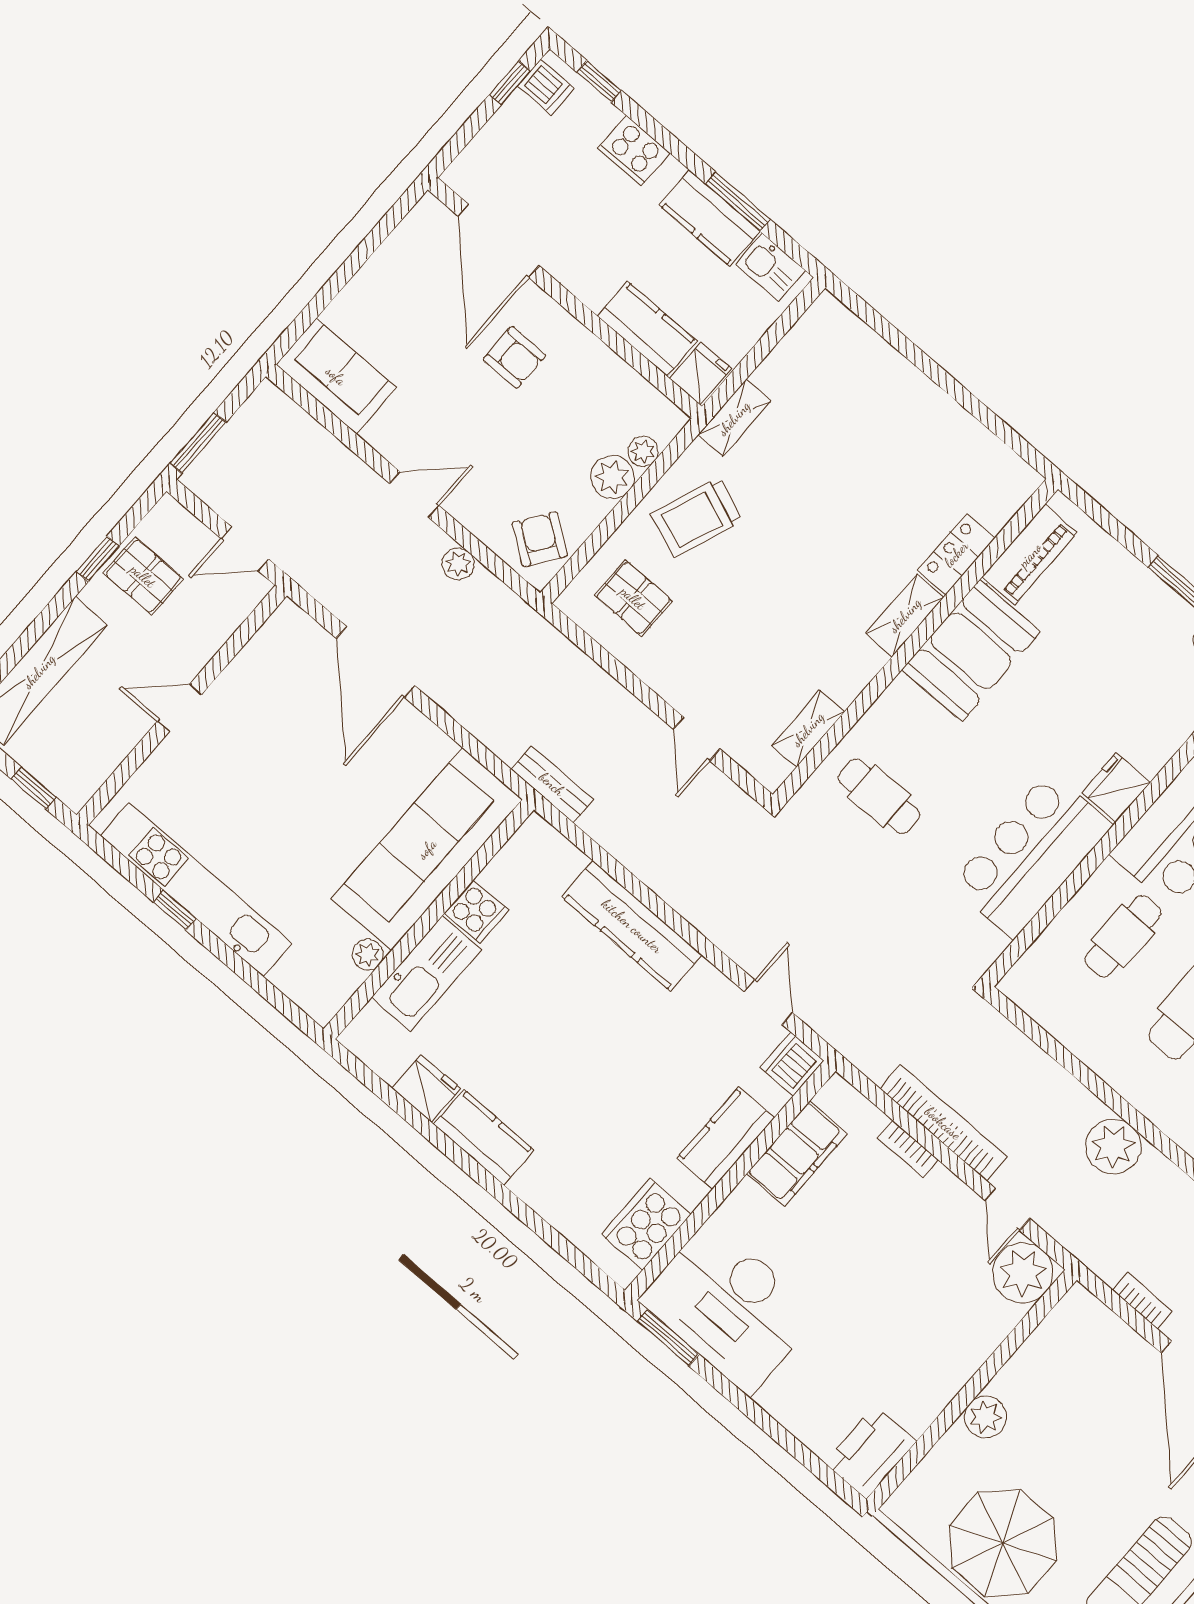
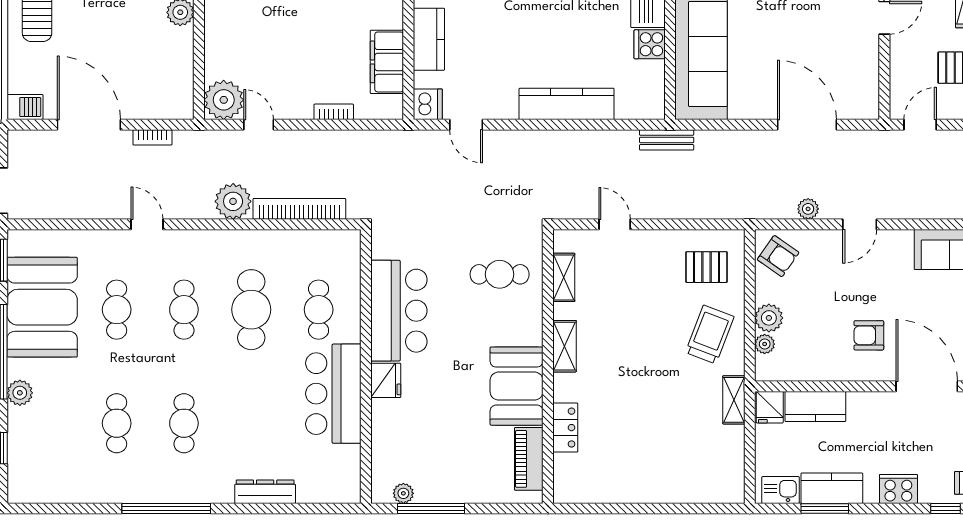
shelving: (905, 615) -> (564, 346), moved
bookcase: (943, 1123) -> (299, 209), moved, turned 180

